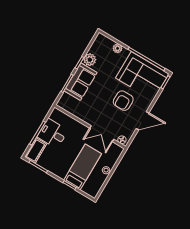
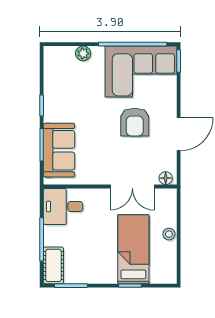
plant: (90, 60) -> (54, 93), removed
sofa: (81, 82) -> (59, 150), moved
desk: (53, 133) -> (63, 206), moved

